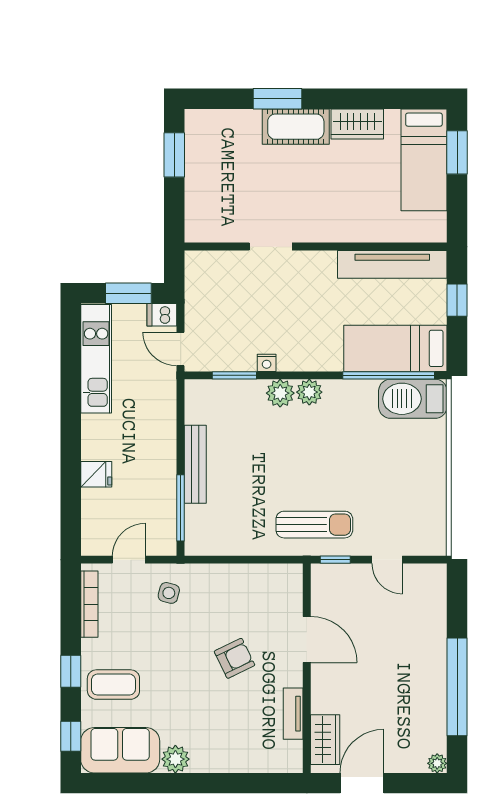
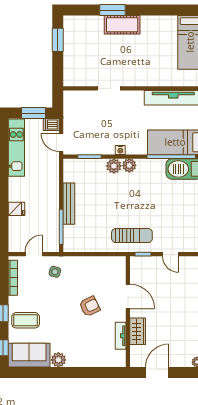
wardrobe: (357, 124) -> (155, 23), removed
nightstand: (267, 363) -> (120, 150), moved
wardrobe: (325, 740) -> (138, 331), moved

